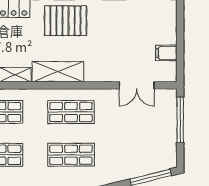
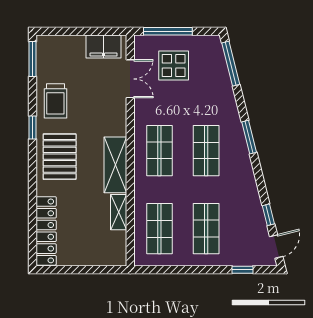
trolley: (116, 17) -> (55, 101), added
filing cabinet: (166, 53) -> (104, 46), width x2.00
display table: (149, 125) -> (174, 65), added

